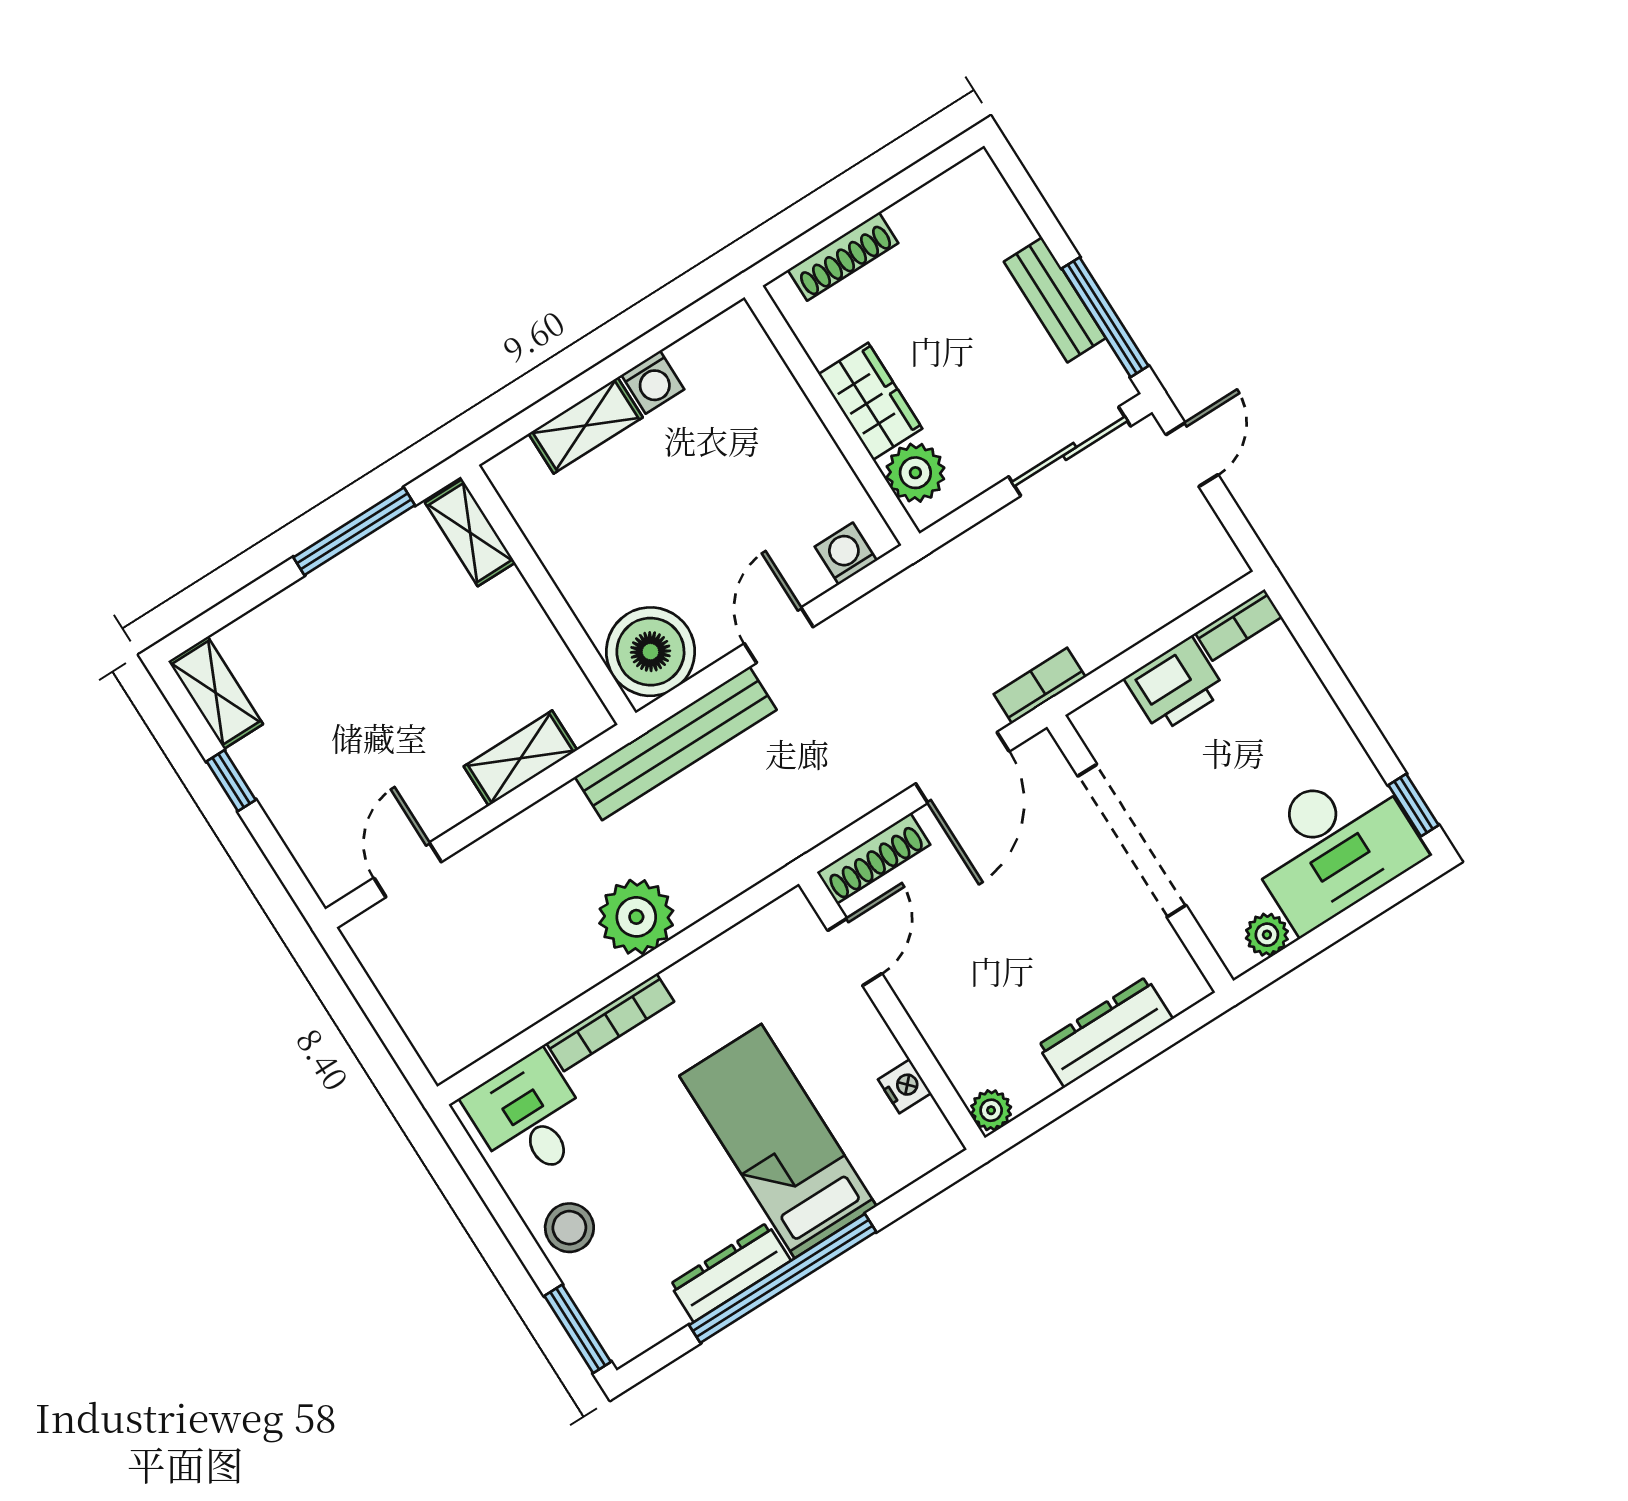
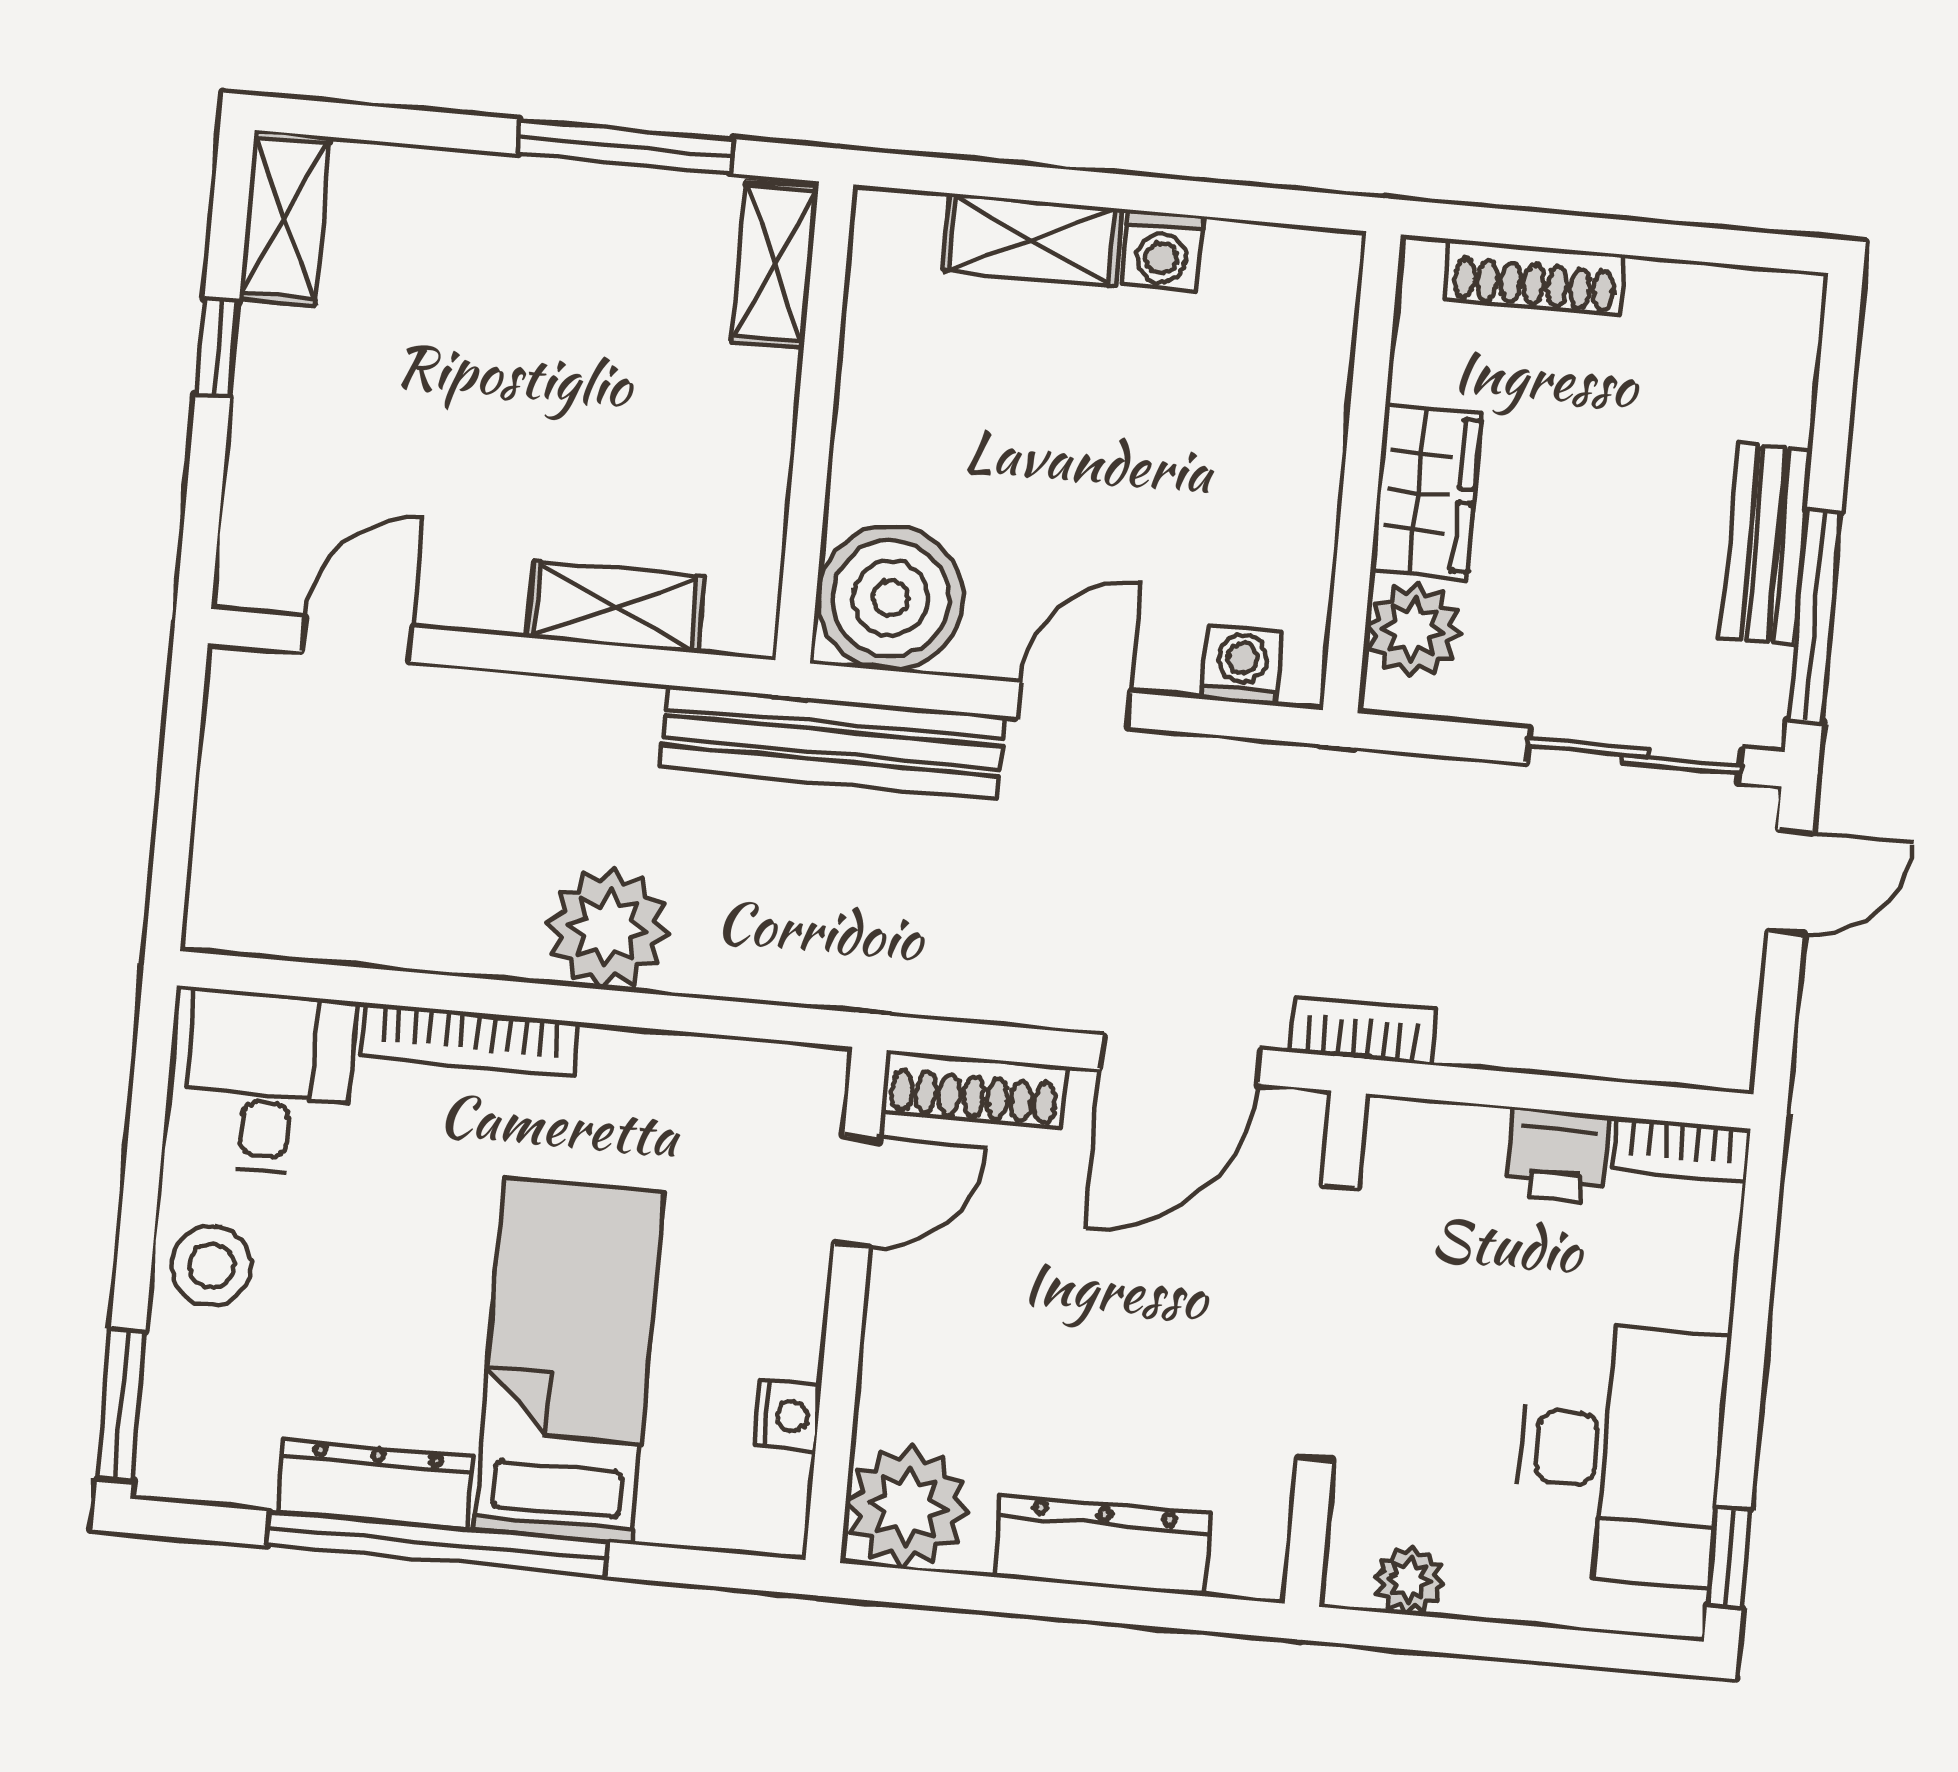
printer: (1175, 685) -> (1557, 1155), width x0.73, depth x0.81
desk: (1333, 846) -> (1621, 1453), moved, turned -90
plant: (991, 1110) -> (907, 1507), width x1.88, depth x1.88

